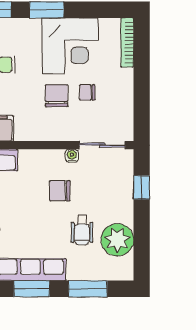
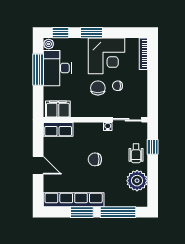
chair: (60, 191) -> (95, 159), moved
wheelchair: (82, 230) -> (136, 153), moved
window: (88, 289) -> (118, 212), width x1.44

